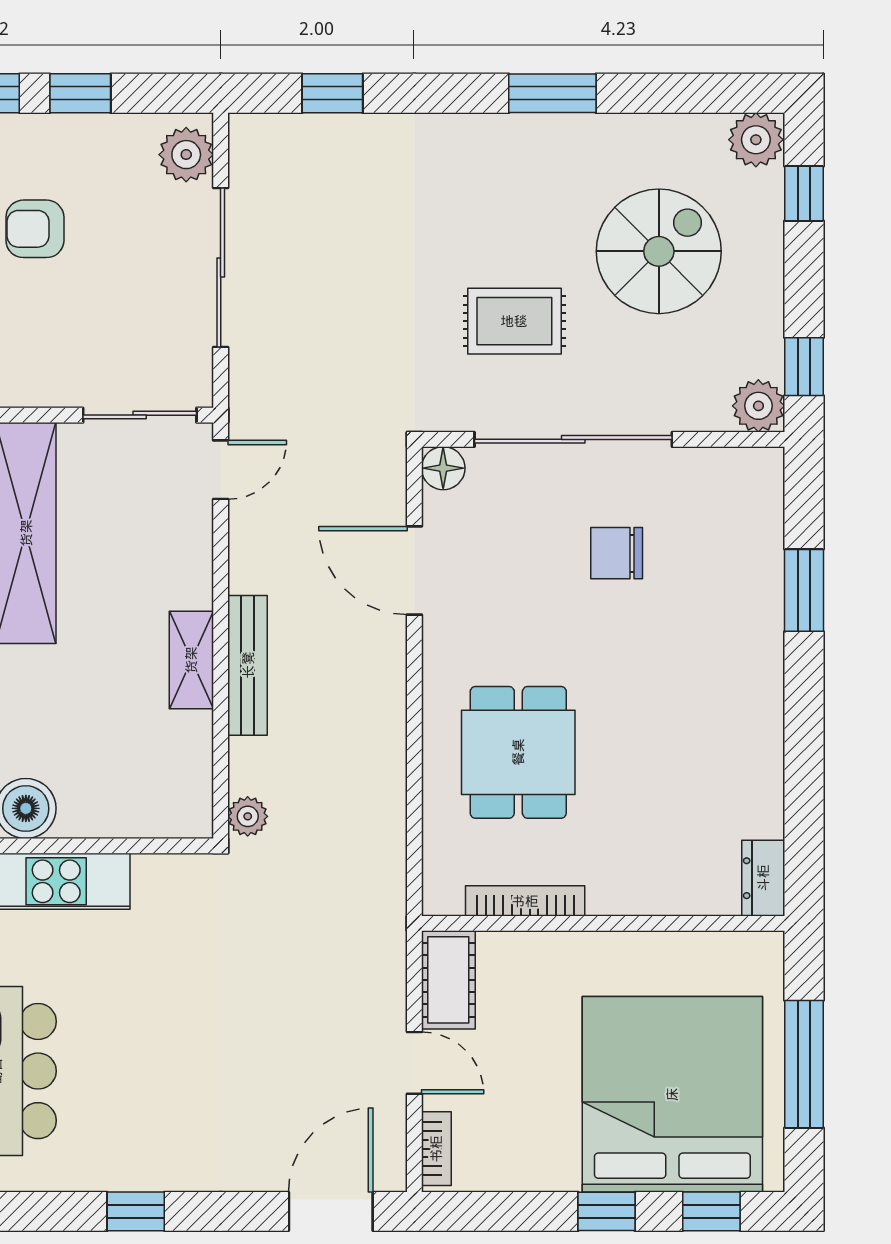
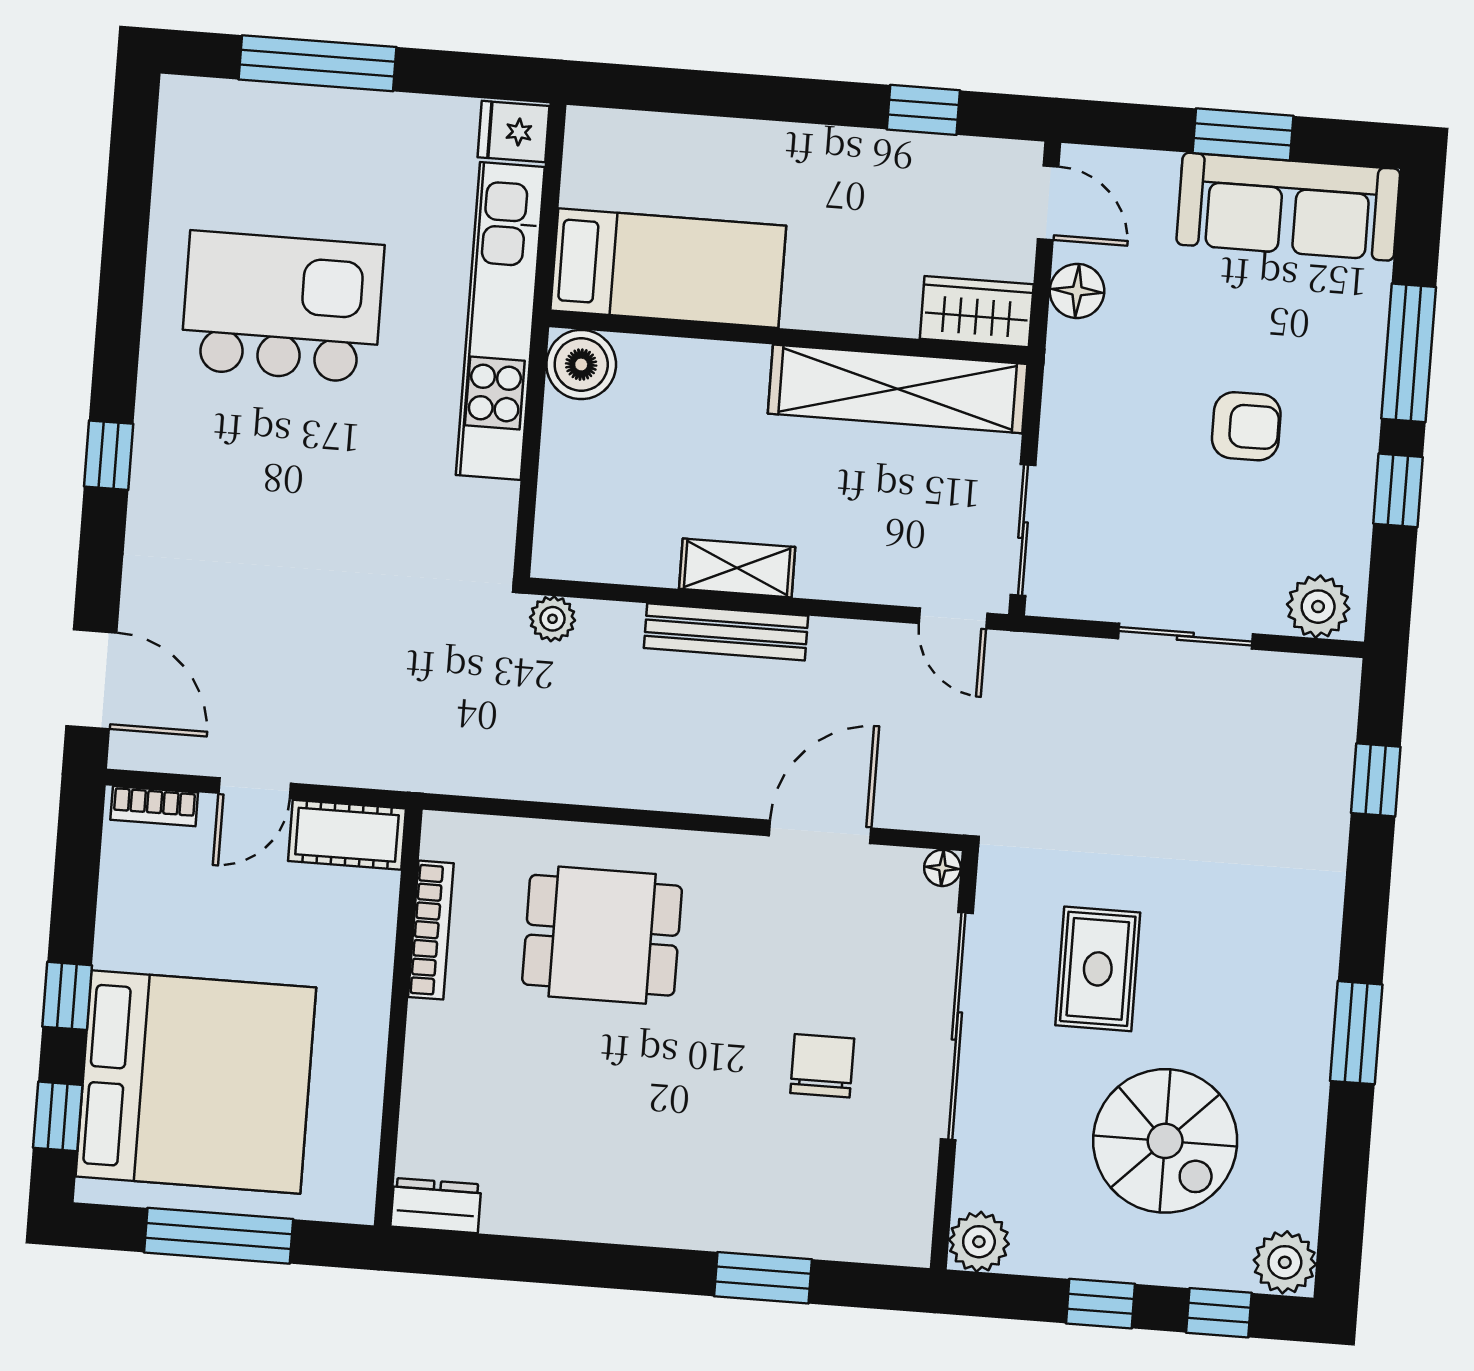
armchair: (35, 229) -> (1246, 426), turned 90
sliding door: (221, 268) -> (1185, 636), width x0.73
window: (804, 367) -> (1101, 1304), moved
floor lamp: (443, 468) -> (942, 868), width x0.73, depth x0.73

